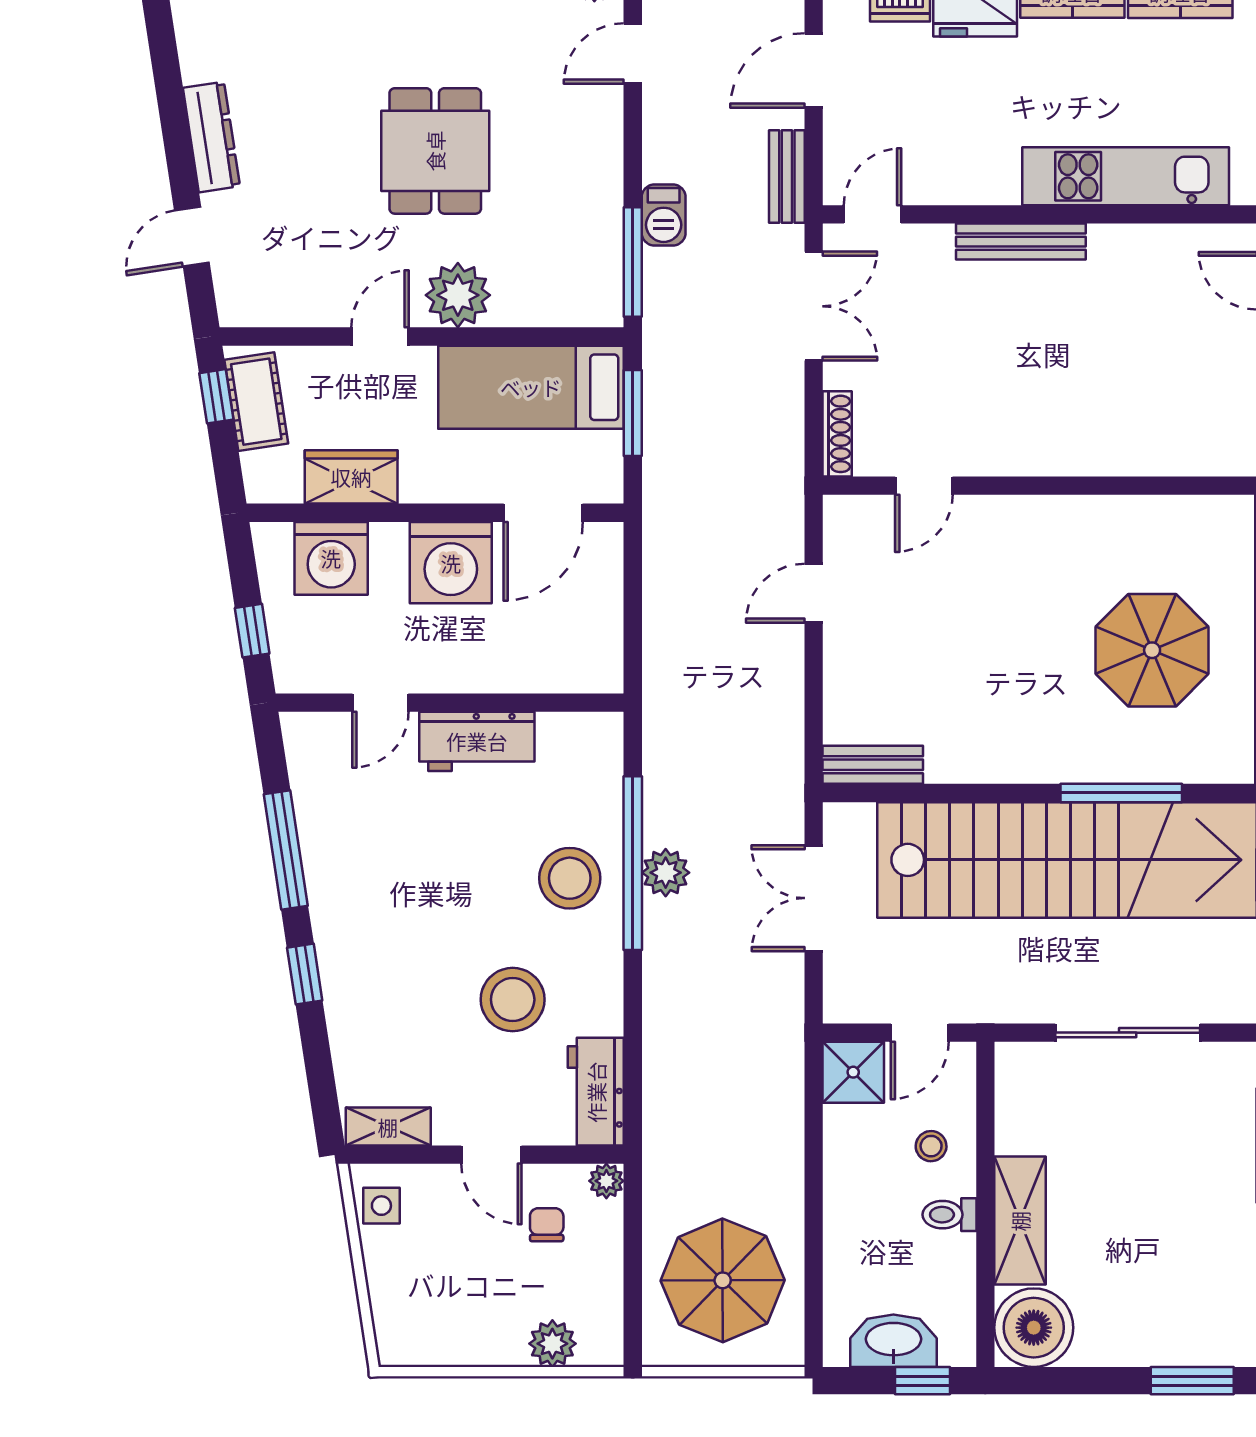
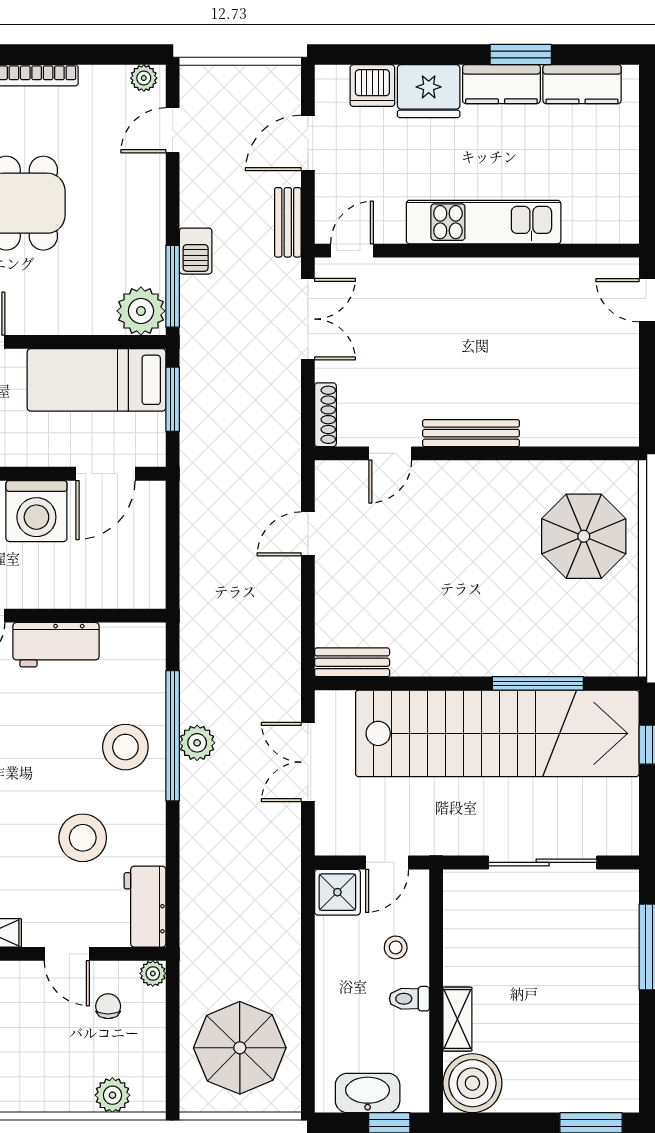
kitchen unit: (1126, 176) -> (484, 222), moved
bench: (1021, 242) -> (471, 433), moved
plant: (458, 295) -> (141, 311), moved
parasol: (1152, 650) -> (584, 536), moved
shelving: (1020, 1221) -> (457, 1019), width x0.67, depth x0.75

